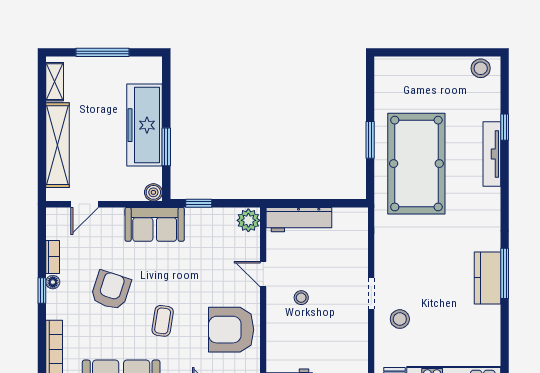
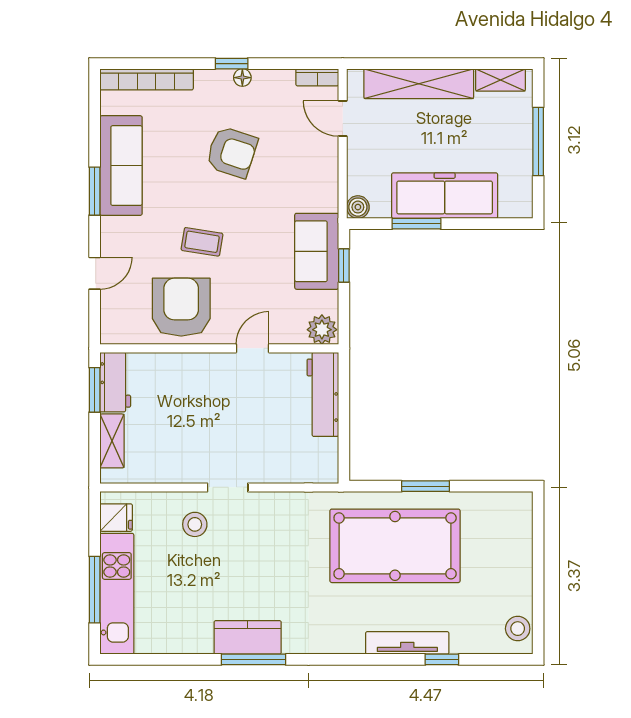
sofa: (155, 224) -> (317, 251), moved
bookcase: (53, 257) -> (317, 77), moved
stool: (301, 298) -> (222, 397), removed
coffee table: (163, 321) -> (202, 242), moved

